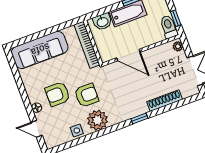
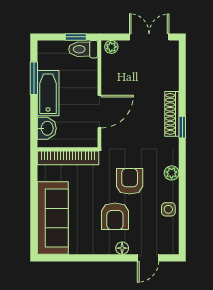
shoe rack: (165, 101) -> (172, 114), moved
plant: (97, 120) -> (172, 173), width x0.53, depth x0.53

